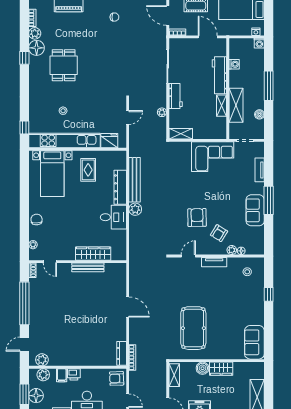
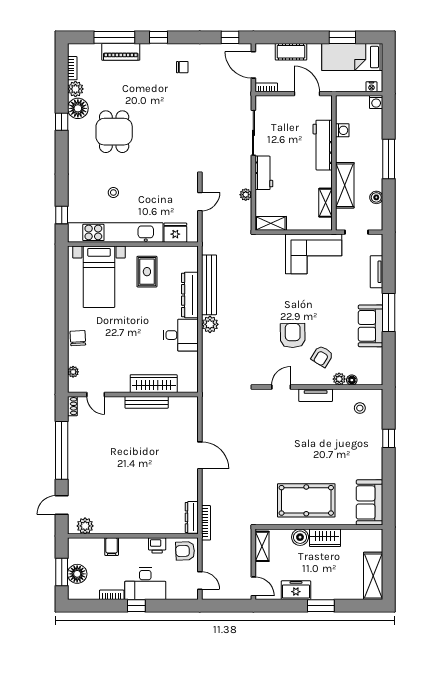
shelving: (222, 106) -> (326, 203), moved
pool table: (193, 328) -> (306, 500), moved, turned 90
printer: (74, 374) -> (157, 545), moved
plant: (43, 375) -> (87, 546), removed

